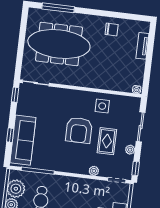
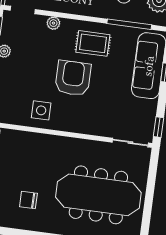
chair: (112, 30) -> (28, 200), moved
rug: (107, 141) -> (93, 43), moved, turned 90

